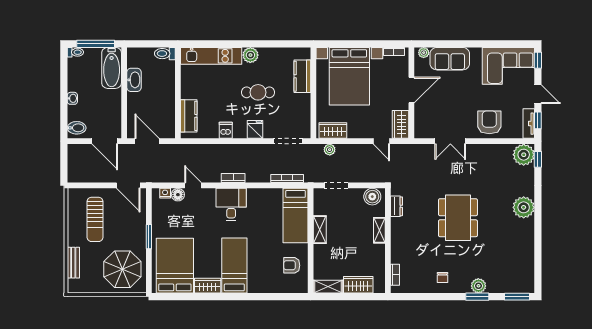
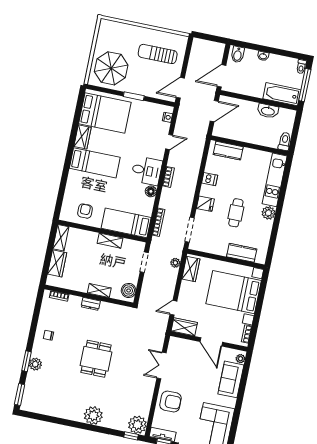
floor lamp: (178, 195) -> (151, 191), moved
dresser: (397, 206) -> (91, 304), moved
dining table: (458, 218) -> (96, 359), width x0.73
bench: (73, 263) -> (125, 28), removed

